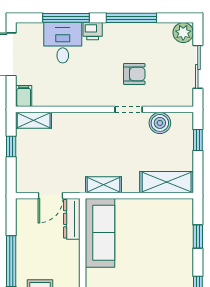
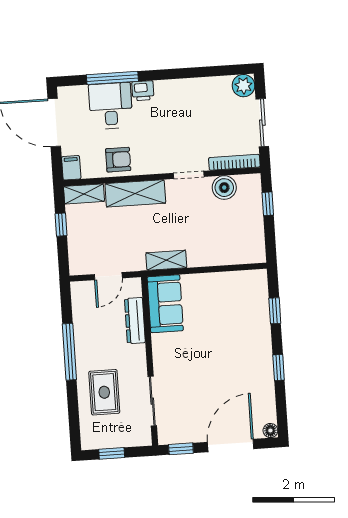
window: (131, 18) -> (185, 73), removed
armchair: (134, 74) -> (118, 160), moved
bookcase: (170, 101) -> (234, 162), added
shelving: (167, 182) -> (135, 193), moved
dresser: (72, 219) -> (135, 321), moved
sofa: (100, 233) -> (165, 304), width x0.73

